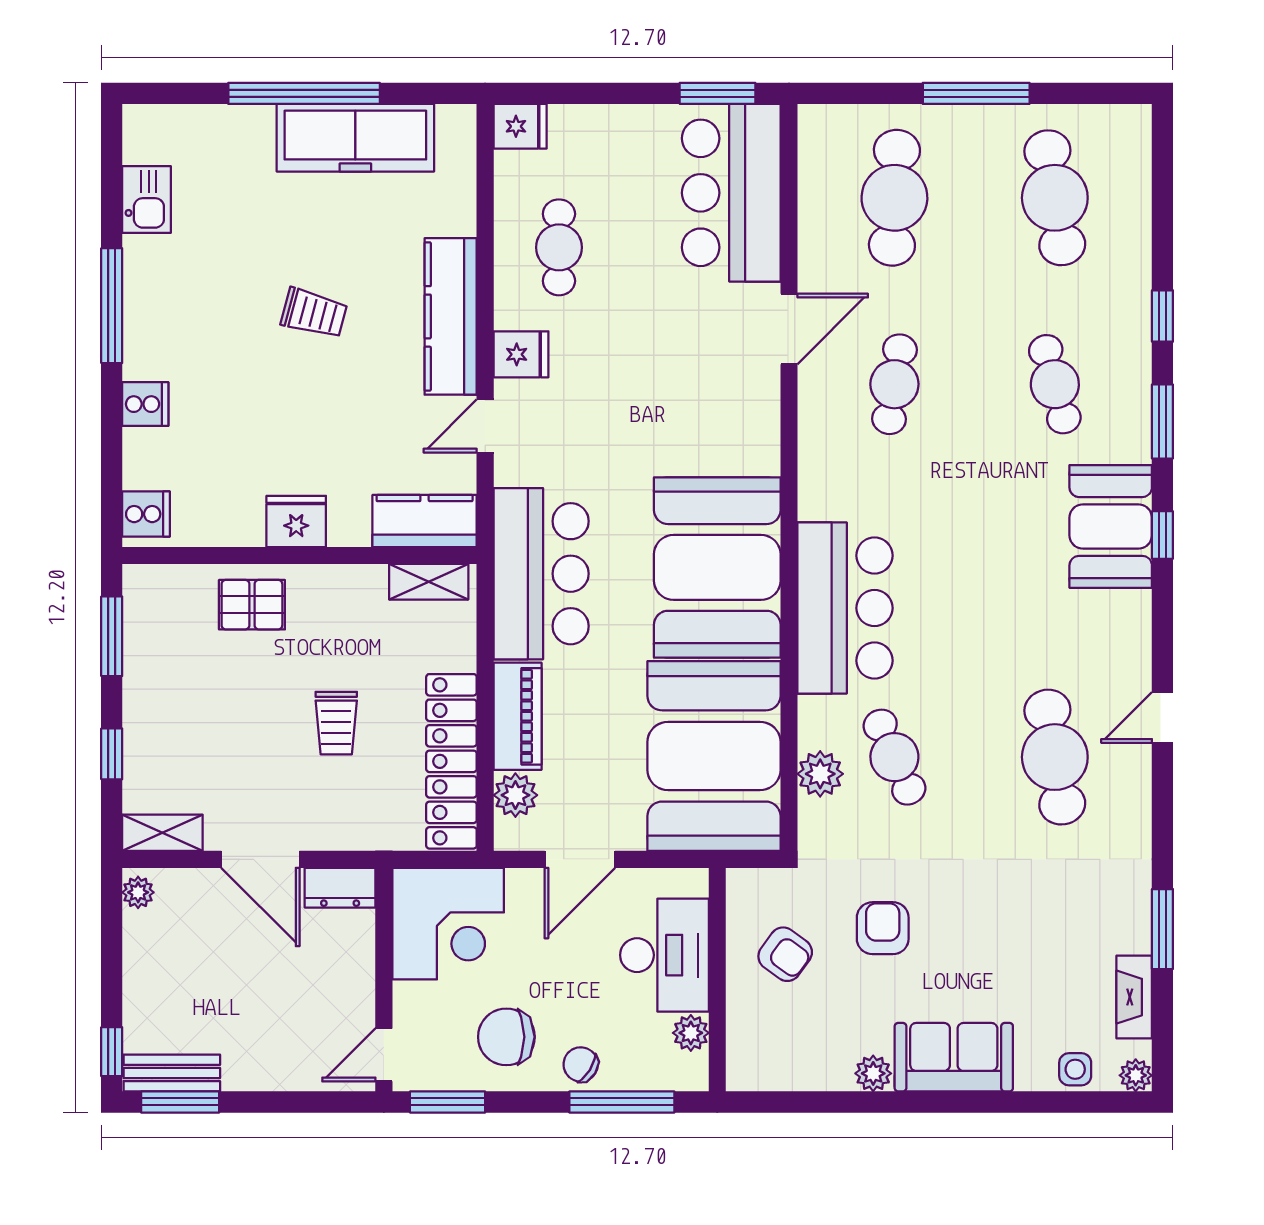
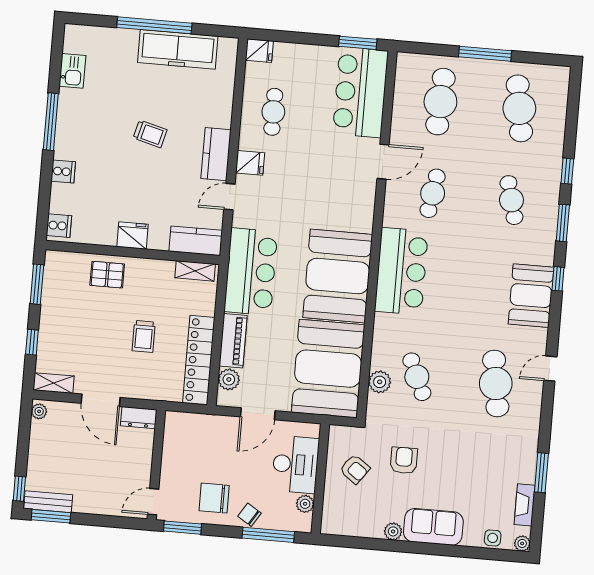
kitchen counter: (451, 316) -> (216, 154), width x0.67
booth: (1111, 526) -> (531, 296), moved
bar counter: (845, 608) -> (401, 271), moved
corner desk: (448, 924) -> (190, 440), removed

